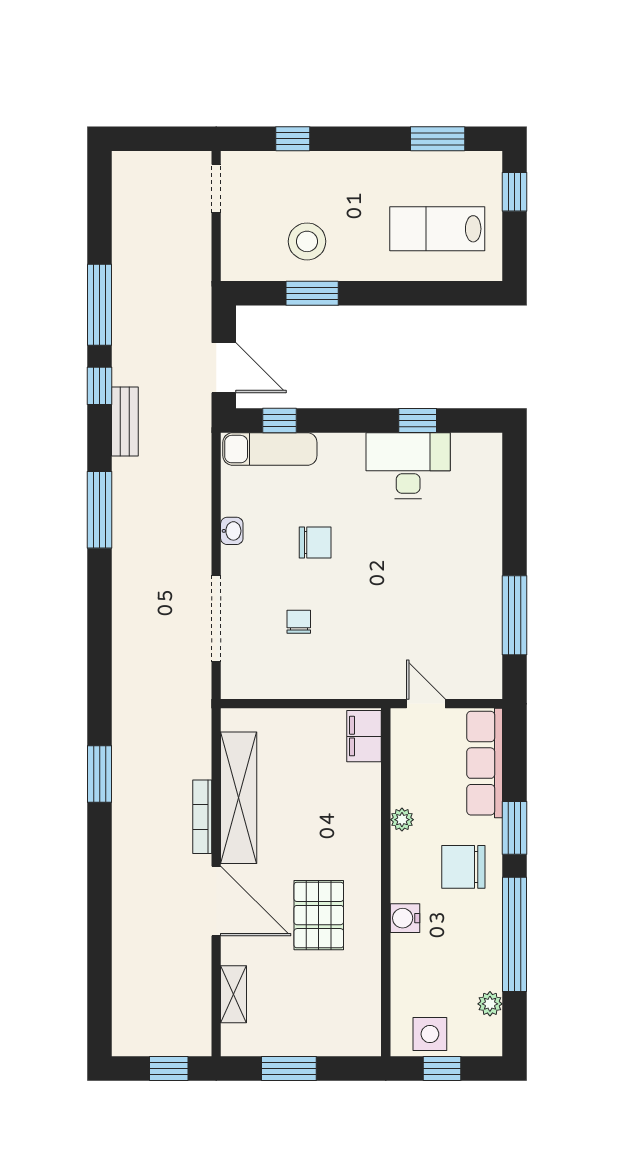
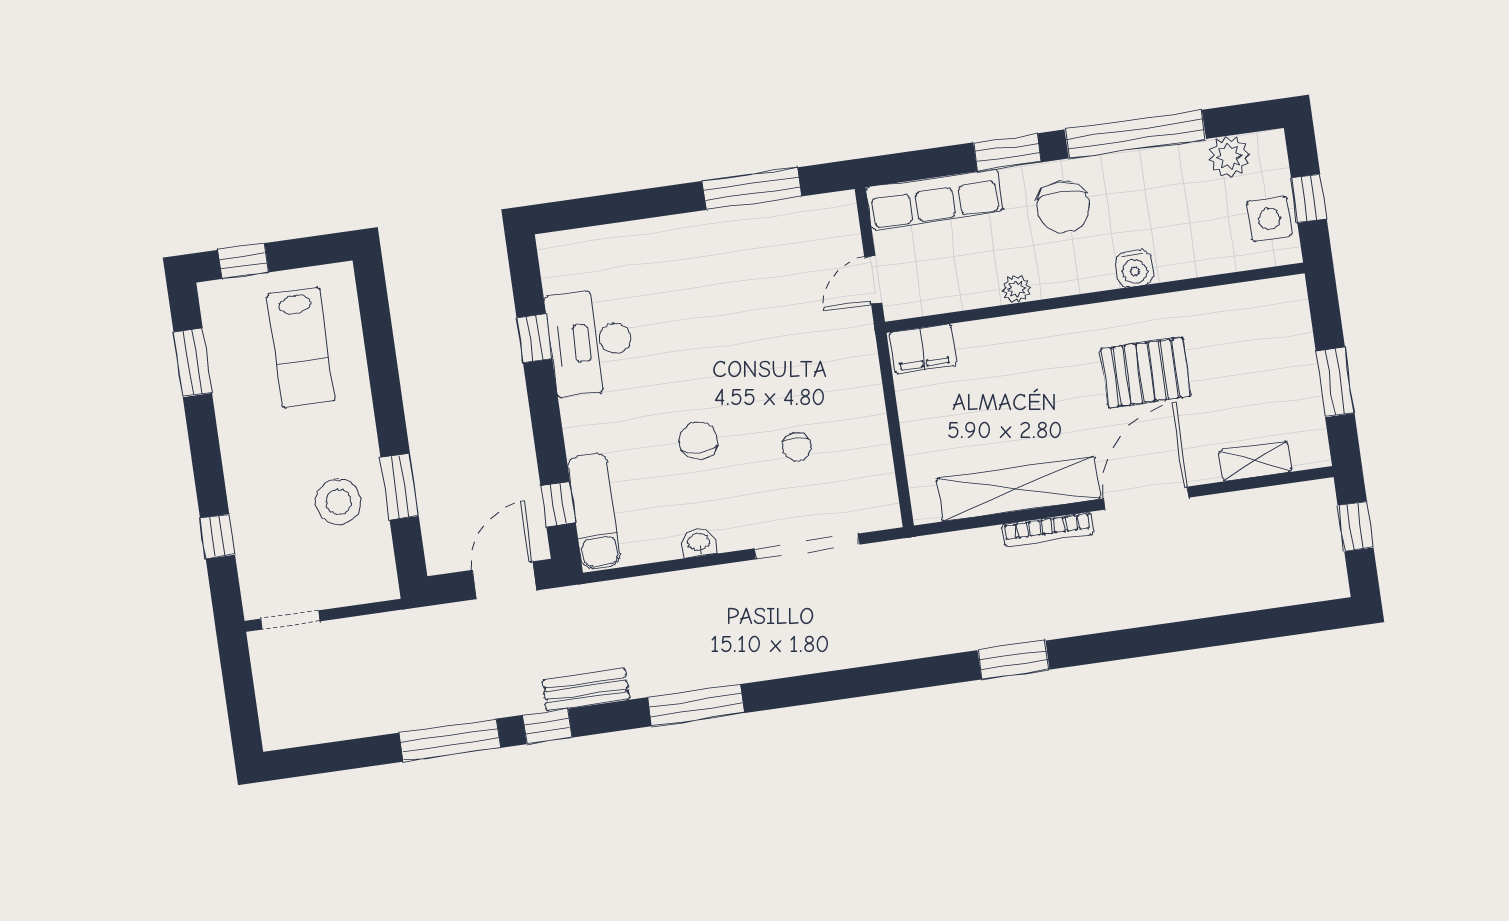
chair: (299, 622) -> (797, 447), turned -90
plant: (490, 1004) -> (1229, 156), width x1.38, depth x1.38

